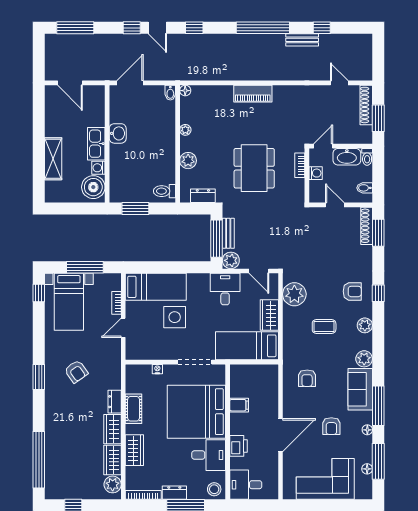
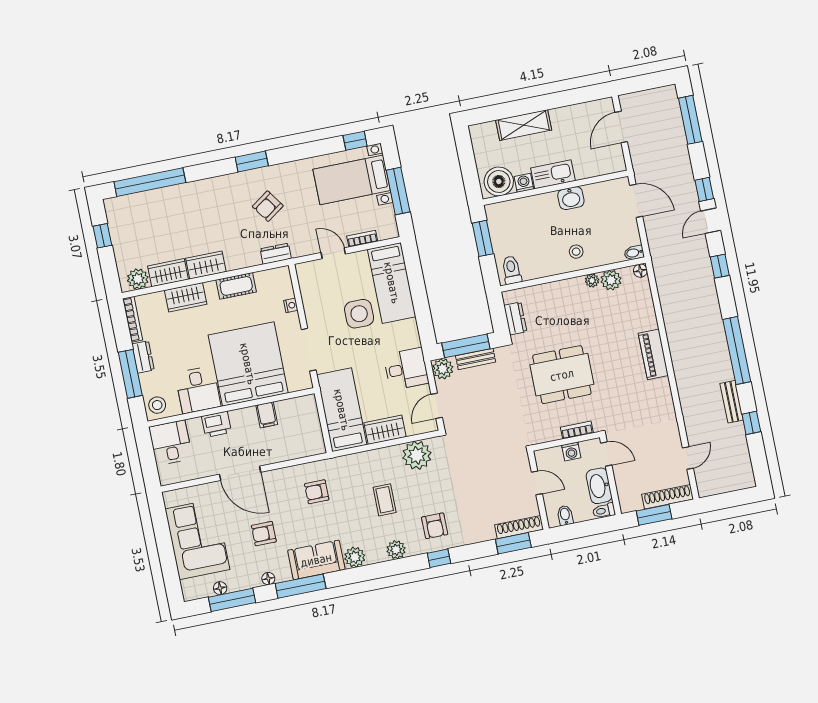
stool: (160, 138) -> (576, 252), added
plant: (188, 161) -> (611, 280), moved
door: (335, 205) -> (537, 483), hinge flipped
dresser: (115, 402) -> (276, 254), moved

